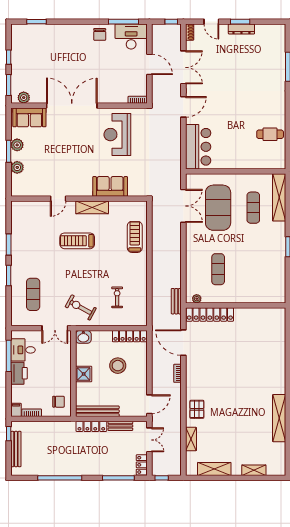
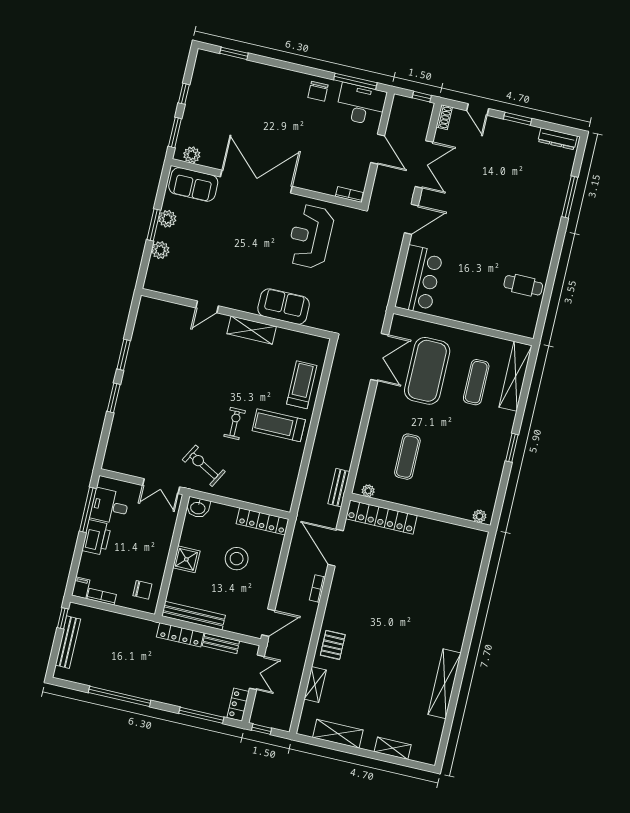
dresser: (241, 29) -> (558, 139), moved
treadmill: (77, 241) -> (279, 425), moved
exercise mat: (33, 294) -> (142, 432), removed
exercise bike: (117, 297) -> (235, 424), moved
plant: (277, 298) -> (480, 516), added

